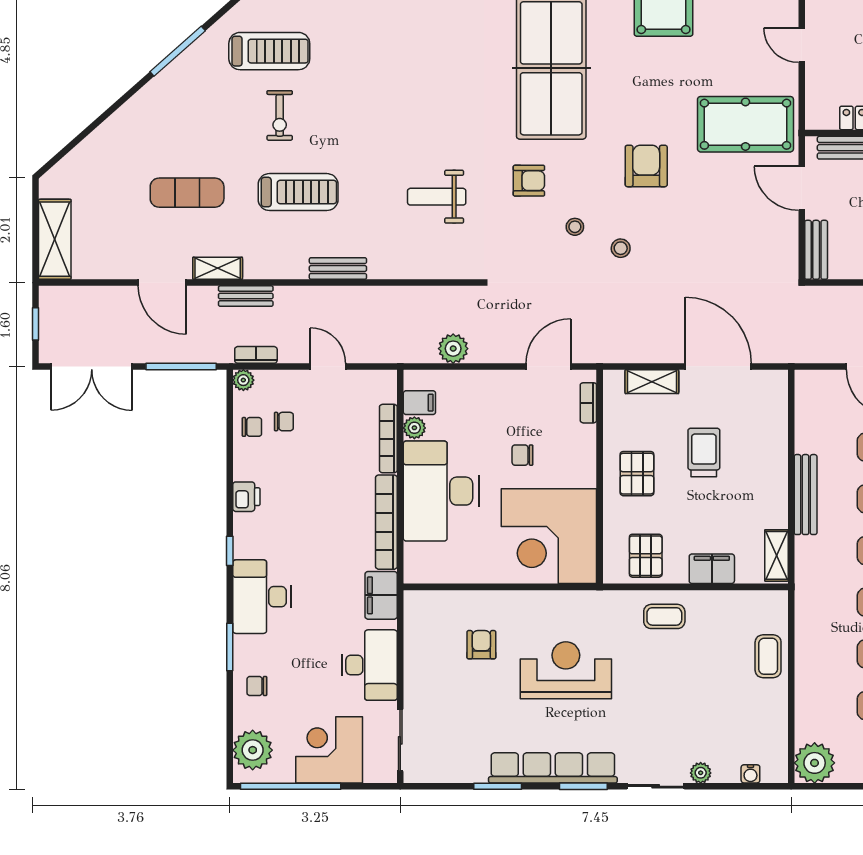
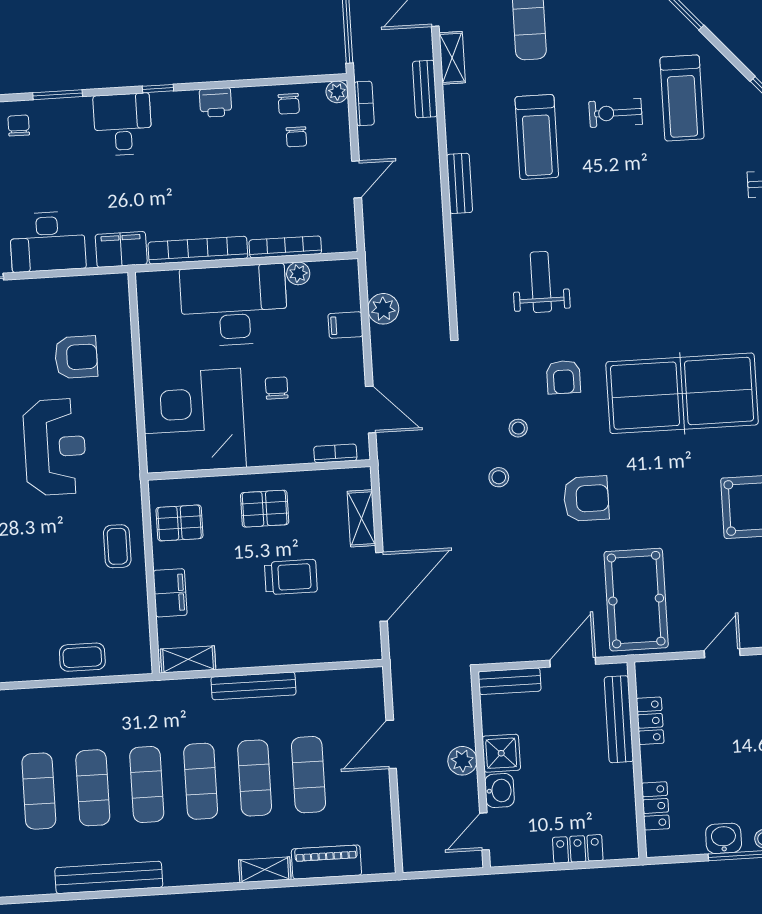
filing cabinet: (419, 403) -> (345, 325), moved, turned 90
desk: (262, 597) -> (123, 124), width x0.73
armchair: (481, 645) -> (76, 357), width x1.38, depth x1.38

